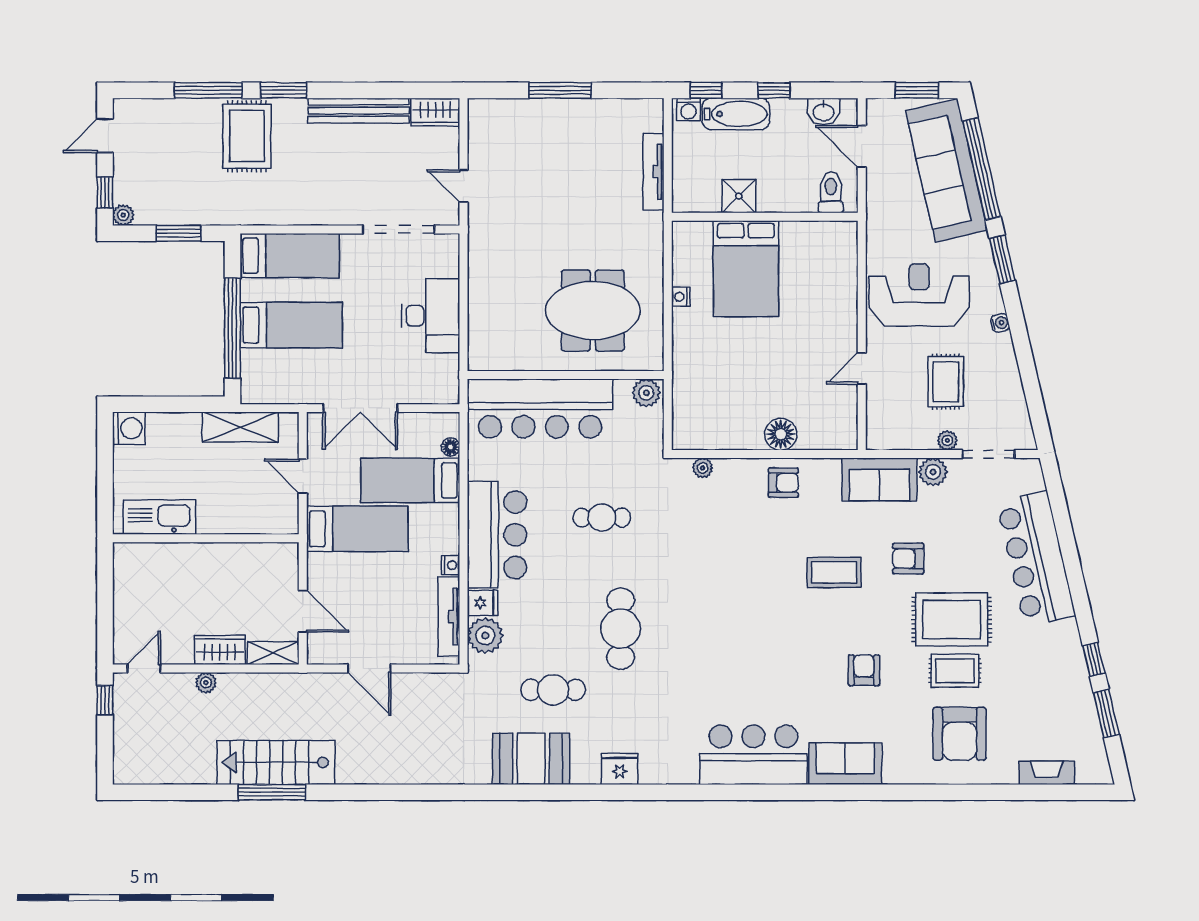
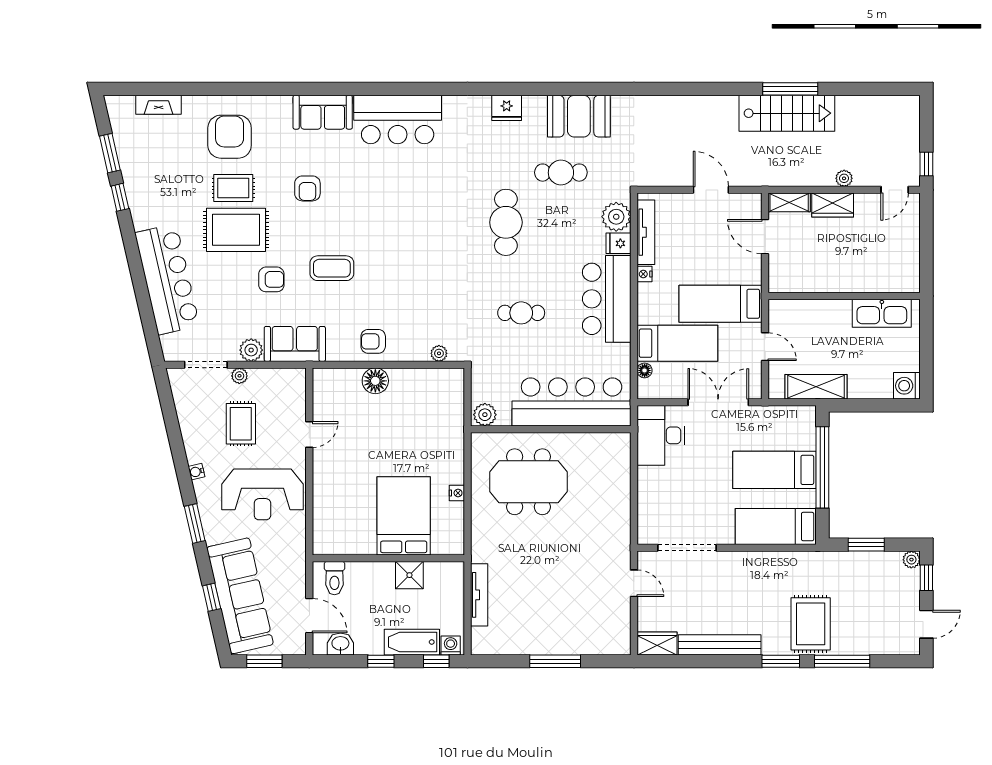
window: (982, 169) -> (212, 597), width x0.32
desk: (431, 316) -> (661, 435), moved

